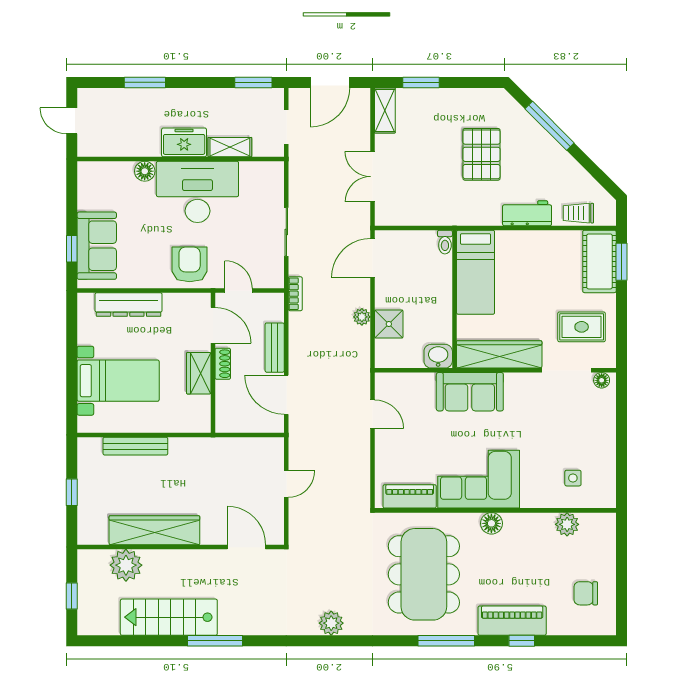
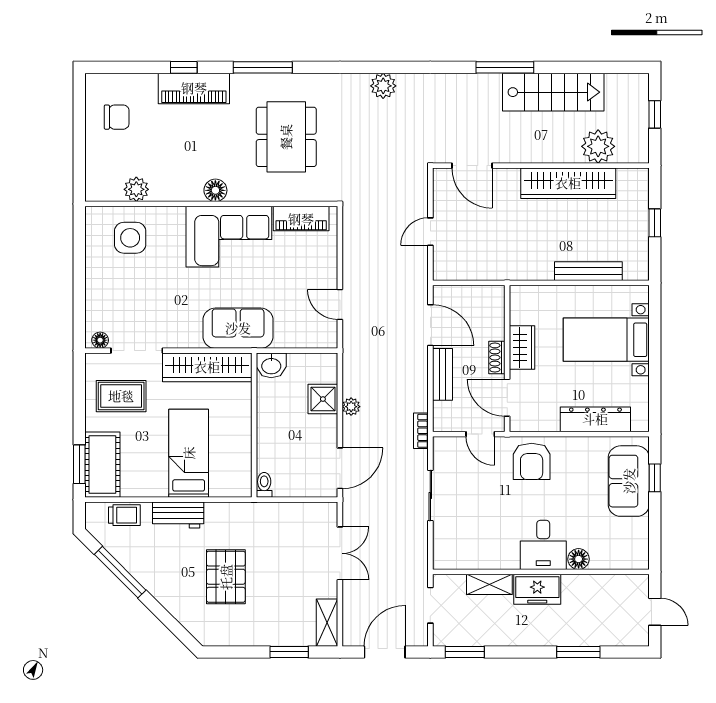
window: (550, 126) -> (120, 572), moved
desk: (197, 192) -> (543, 545), width x0.53, depth x0.77
bed: (476, 272) -> (189, 453), moved
side table: (573, 478) -> (130, 238), width x1.87, depth x1.87
dining table: (424, 574) -> (286, 137), width x0.73, depth x0.80

